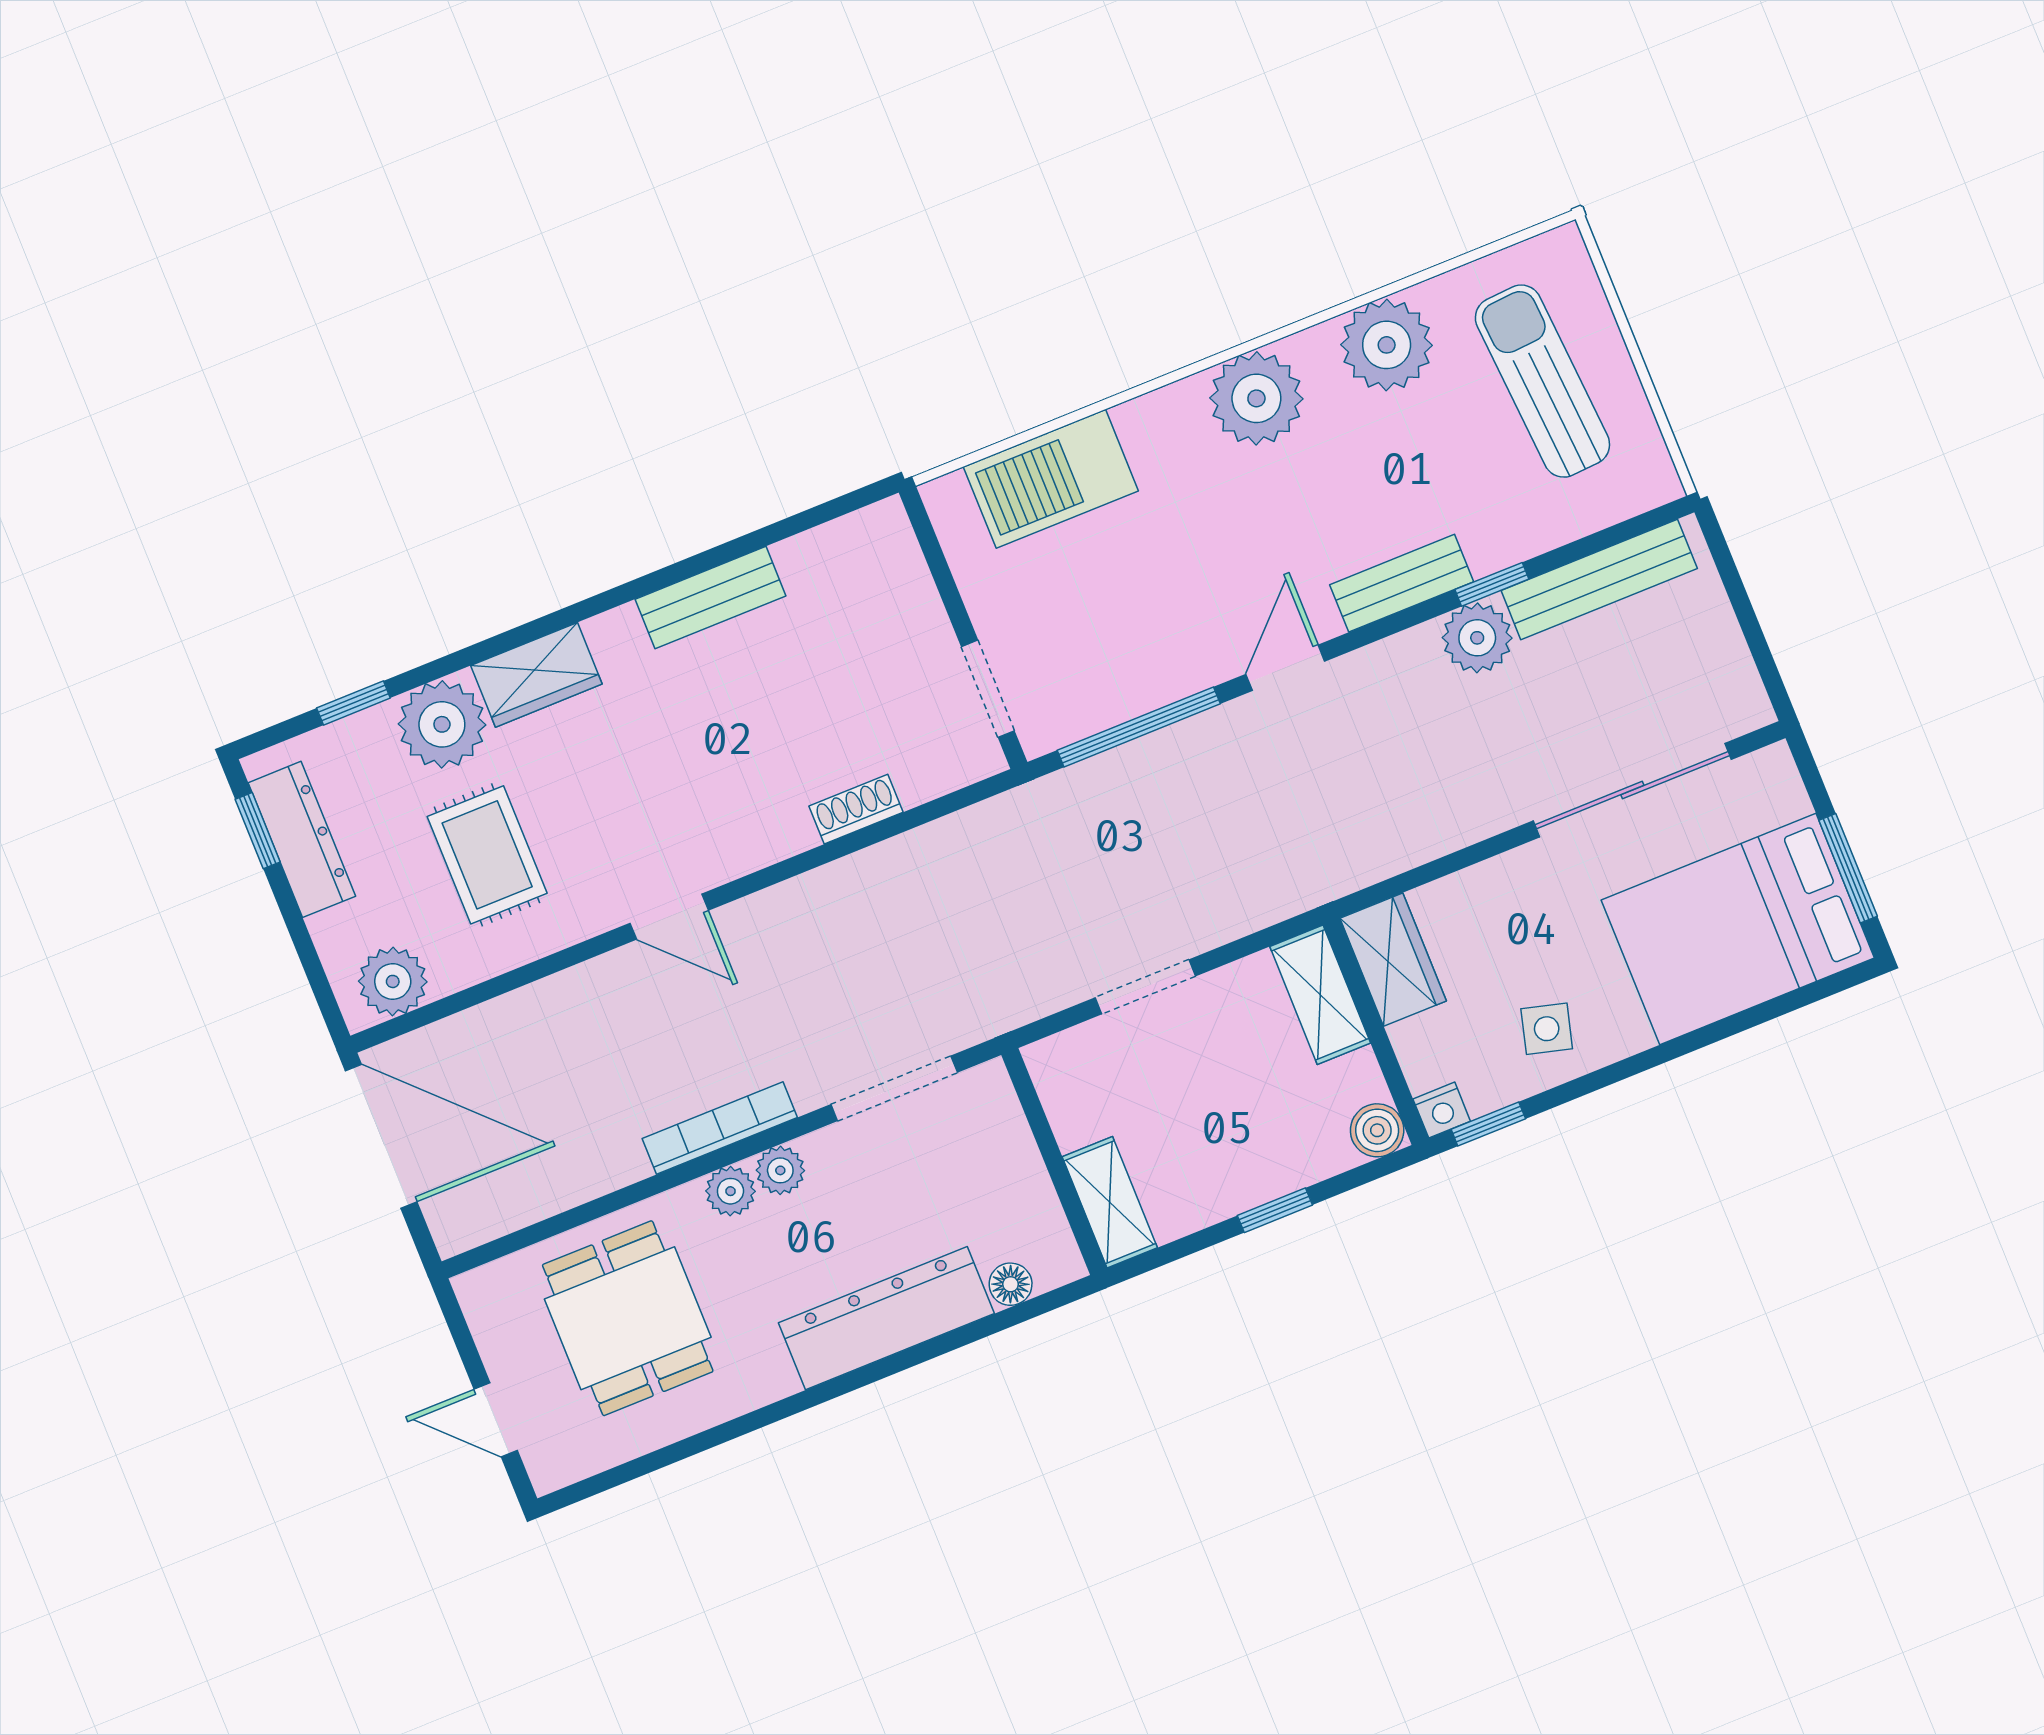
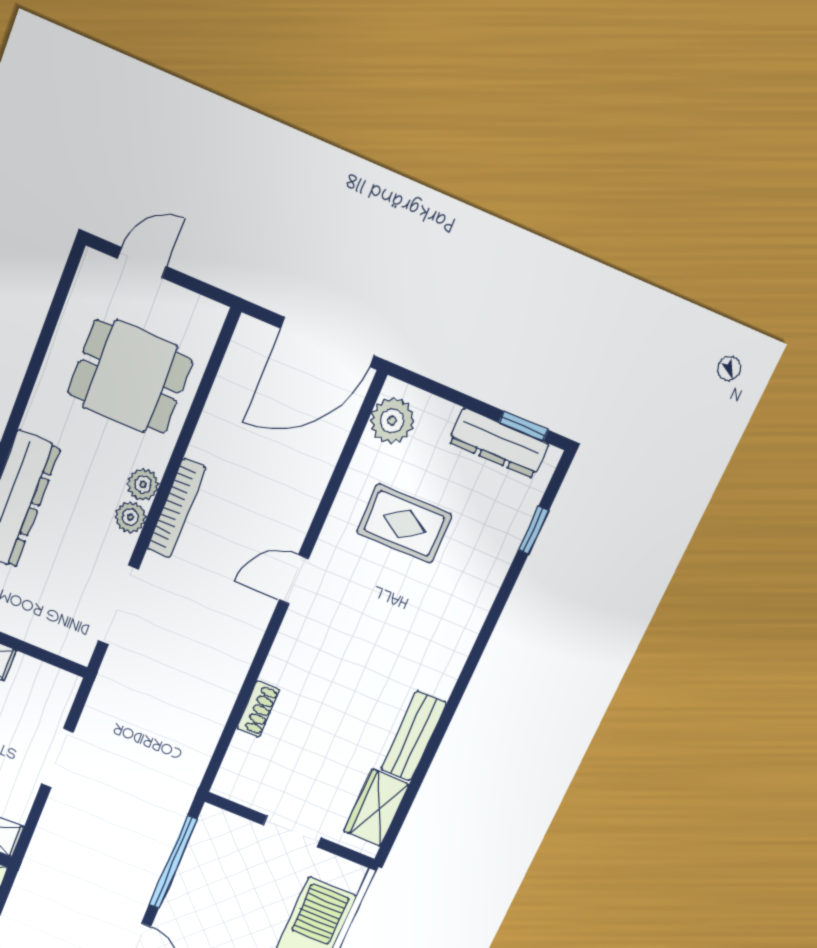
wardrobe: (536, 675) -> (376, 808), moved
doorway: (988, 689) -> (292, 831), moved
plant: (442, 724) -> (482, 561), removed

